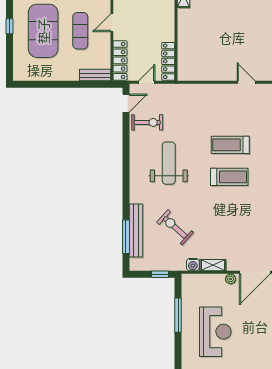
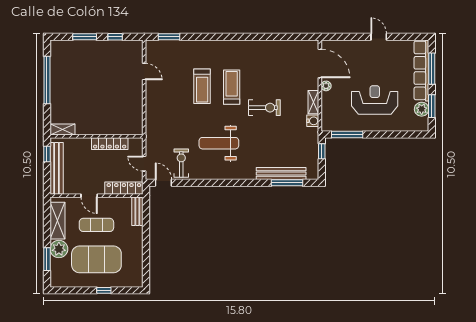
window: (10, 26) -> (104, 290), moved
locker: (168, 61) -> (110, 144), moved
door: (246, 82) -> (144, 72), swing flipped
exercise bike: (175, 227) -> (264, 108), moved, turned -132
window: (178, 315) -> (347, 134), moved

